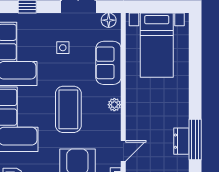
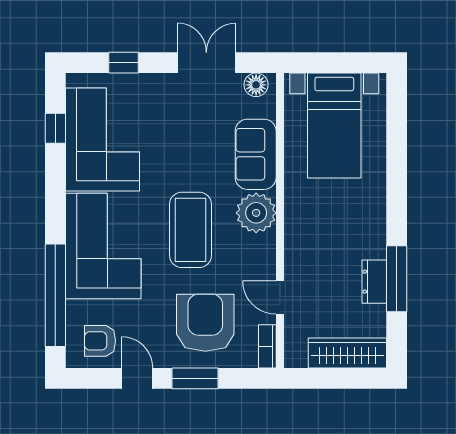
side table: (63, 48) -> (181, 130), removed
plant: (114, 105) -> (256, 213), width x1.88, depth x1.88
door: (123, 151) -> (280, 298), swing flipped

